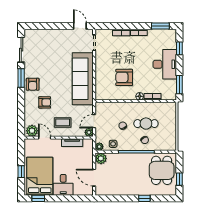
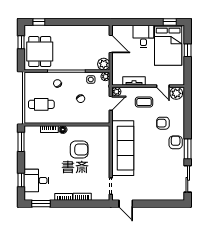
desk: (165, 64) -> (36, 181), moved, width x0.73
cafe table: (146, 124) -> (41, 104), moved
window: (144, 198) -> (39, 22), moved

